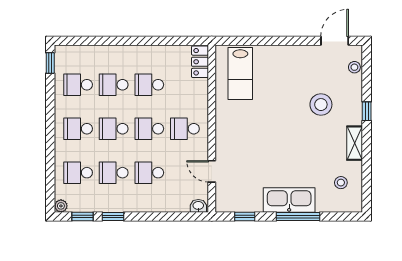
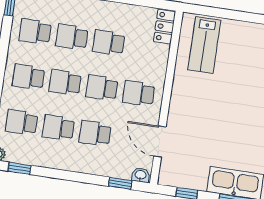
door: (212, 171) -> (160, 142), width x1.38
window: (113, 217) -> (120, 183), moved

